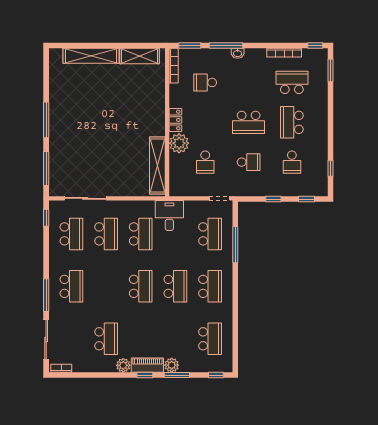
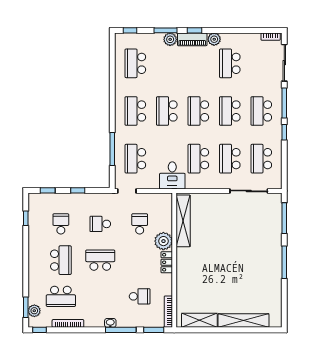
plant: (321, 67) -> (34, 311), added
window: (46, 218) -> (284, 132), moved
school desk: (106, 286) -> (230, 111), added

